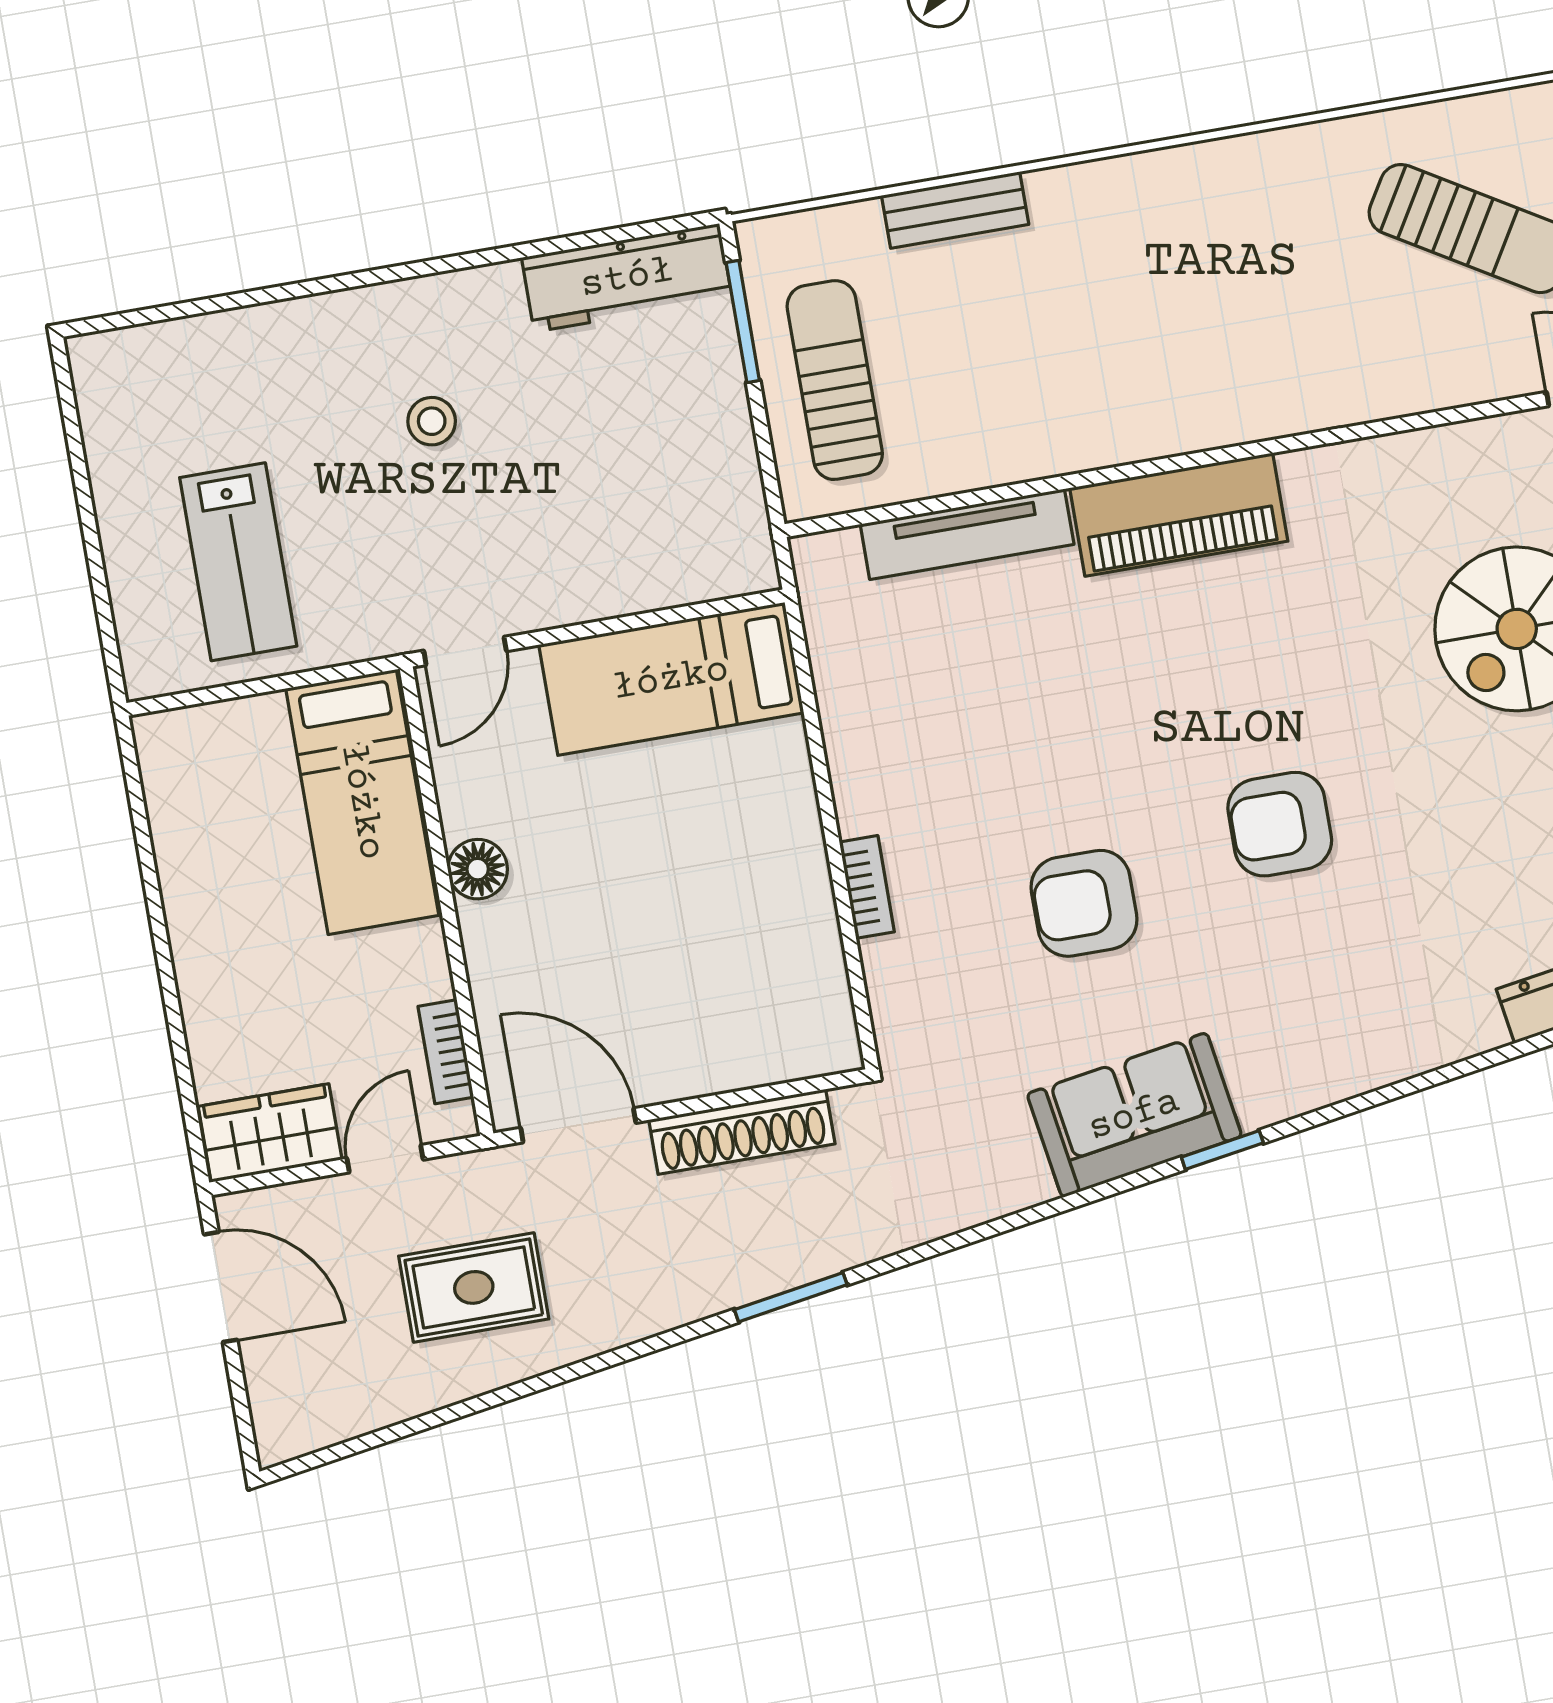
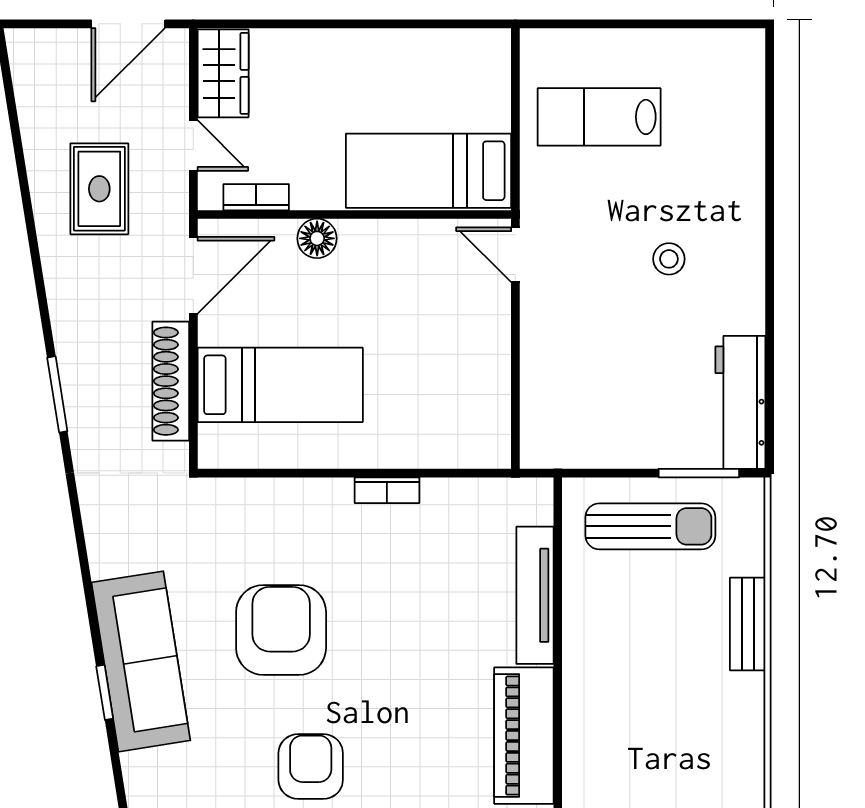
bed: (671, 679) -> (280, 385), moved, turned 90
floor lamp: (478, 869) -> (317, 238), moved
bookcase: (867, 887) -> (387, 490), moved
armchair: (1084, 903) -> (281, 630), width x1.36, depth x1.36
sofa: (1134, 1115) -> (141, 661), width x1.36

